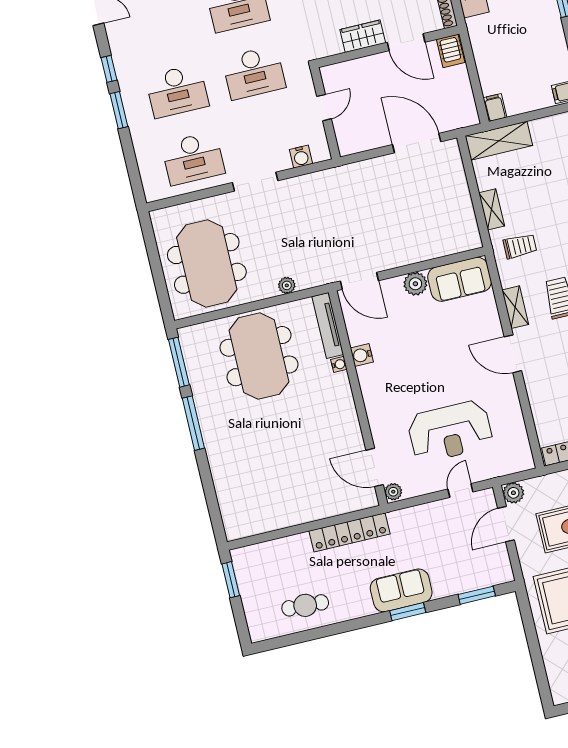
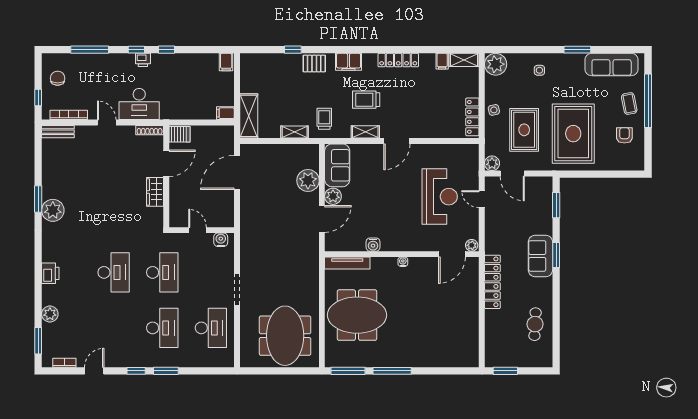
water cooler: (301, 157) -> (221, 240), moved, turned -90
meeting table: (207, 263) -> (285, 336), turned 90
door: (359, 281) -> (322, 219), moved
plant: (287, 285) -> (308, 181), moved, width x1.87, depth x1.87
water cooler: (339, 364) -> (403, 262), moved

